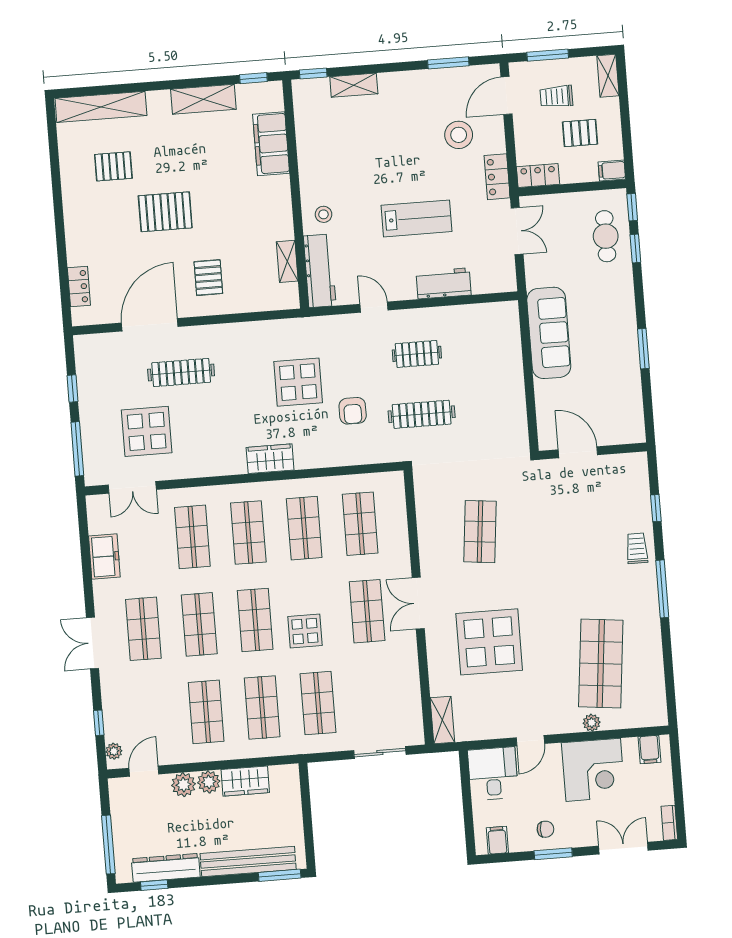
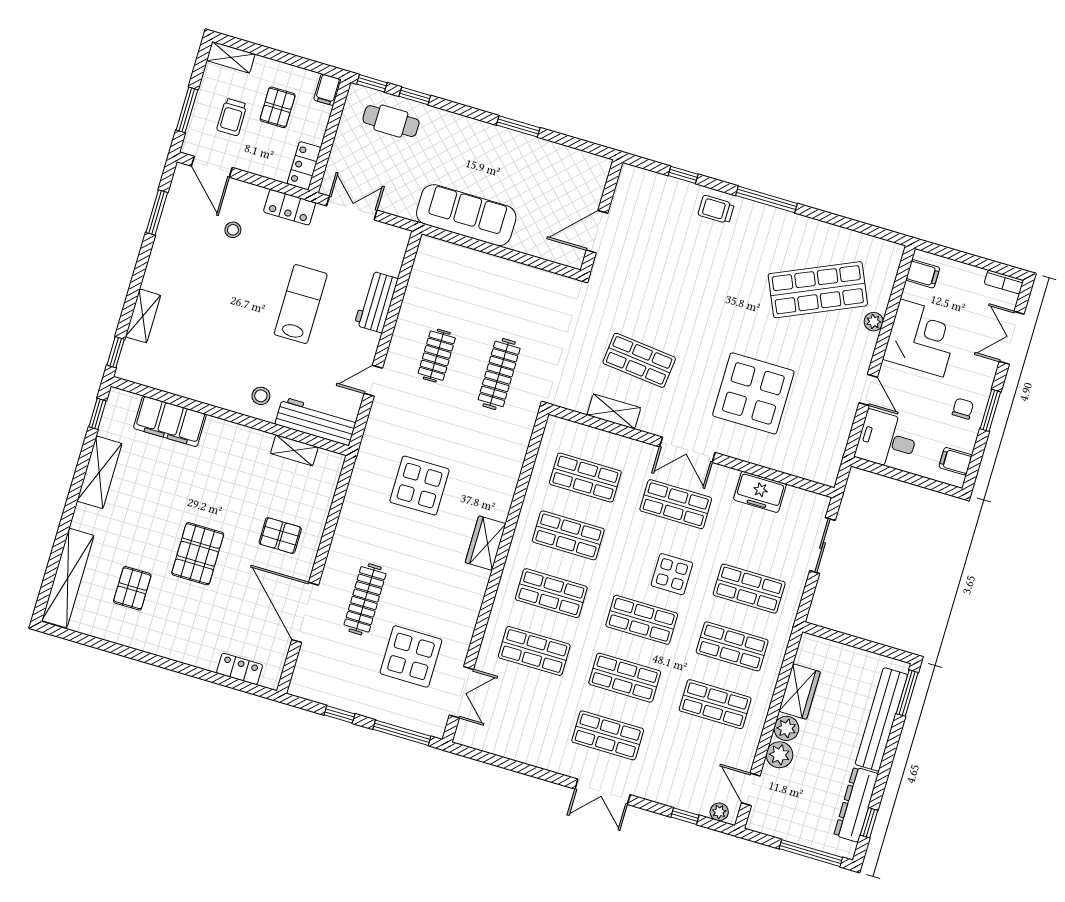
stool: (459, 135) -> (233, 230), width x0.53, depth x0.53
armchair: (353, 411) -> (469, 442), removed
freezer: (104, 557) -> (760, 492), moved, turned 180
shop shelf: (601, 663) -> (818, 290), turned -30
shelving: (442, 720) -> (614, 411), moved

